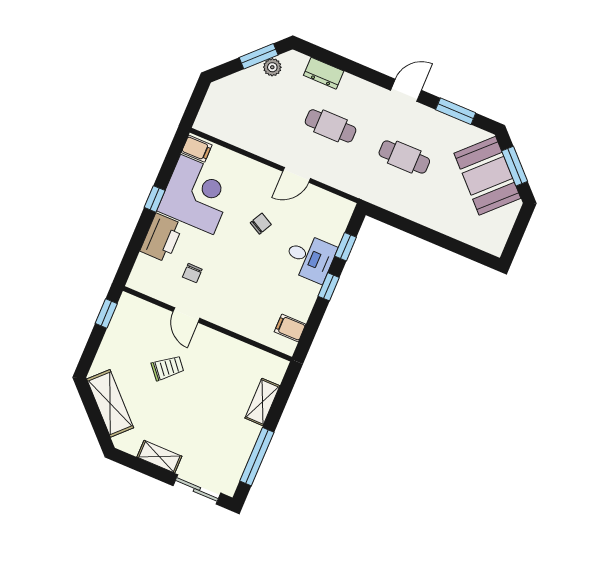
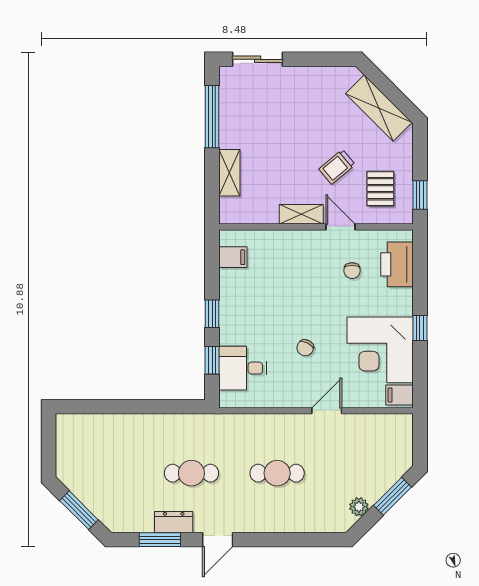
window: (259, 56) -> (393, 496), moved
dresser: (324, 73) -> (174, 522), moved
door: (297, 175) -> (327, 411), moved
booth: (487, 176) -> (102, 489), removed
printer: (162, 238) -> (397, 264), moved
desk: (310, 258) -> (243, 368), moved
chair: (192, 273) -> (352, 271), turned 180
pallet: (138, 333) -> (380, 189), added
shelving: (159, 457) -> (301, 214), moved

